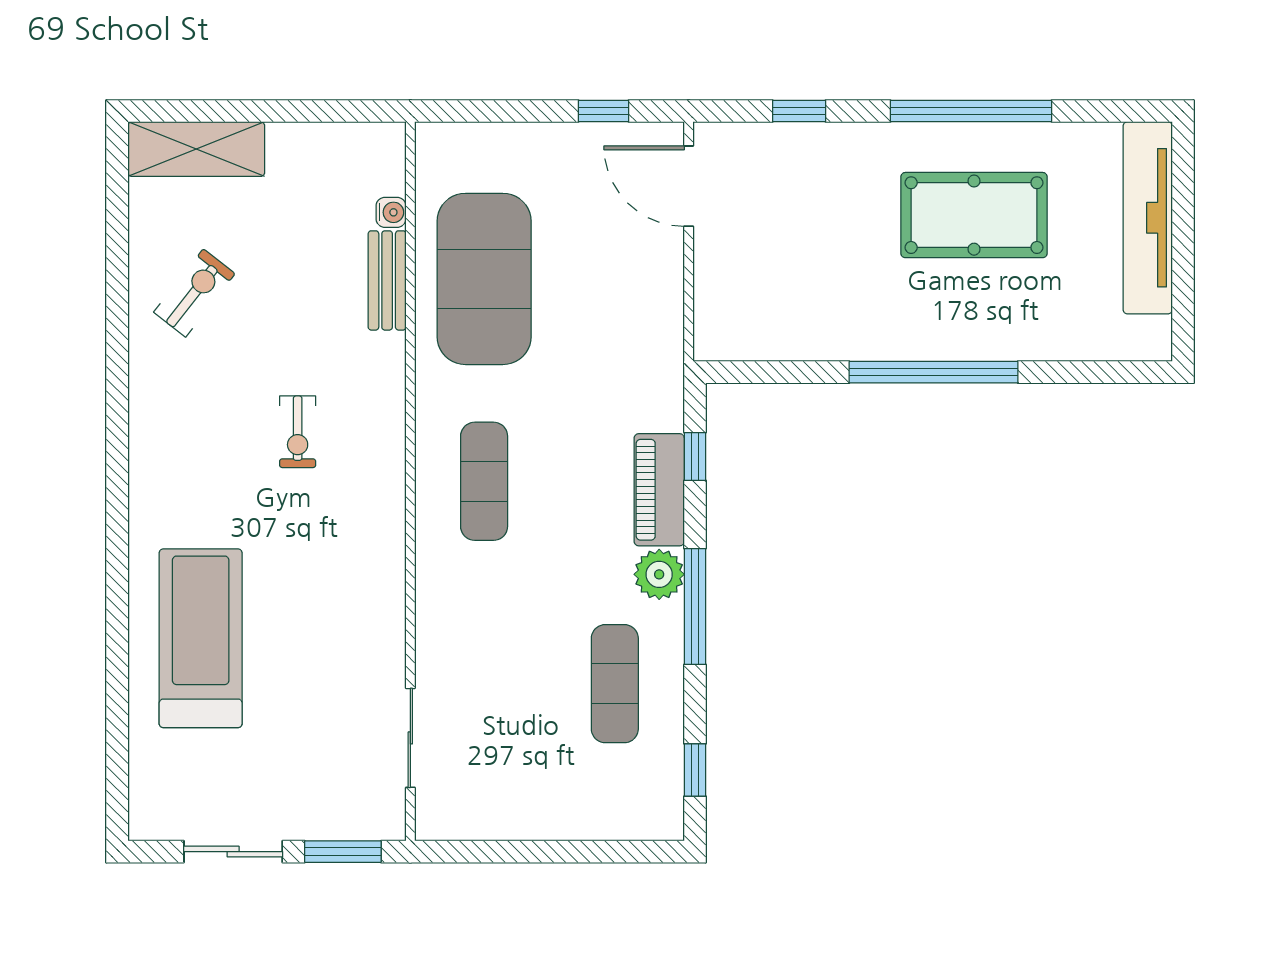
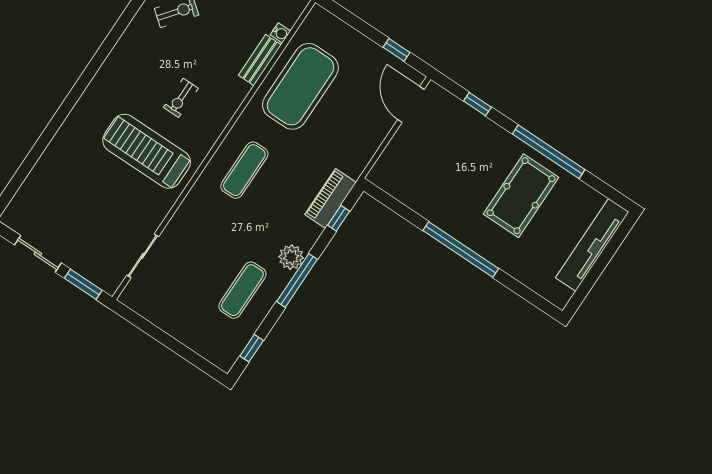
pool table: (974, 215) -> (521, 196), turned 90
piano: (659, 490) -> (330, 198), moved
treadmill: (201, 638) -> (147, 151), moved, turned -90

